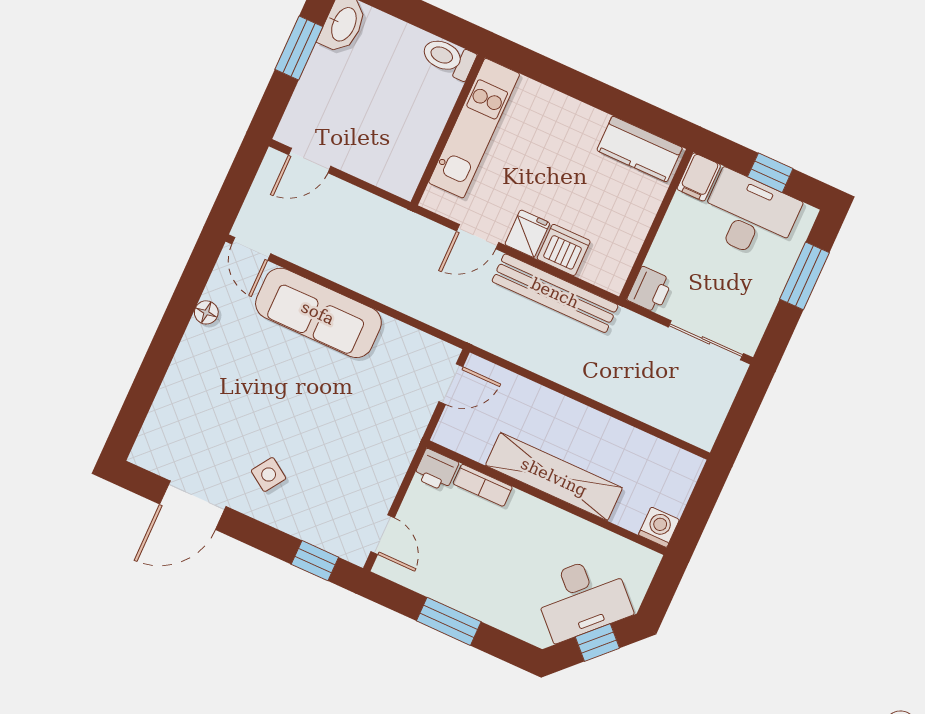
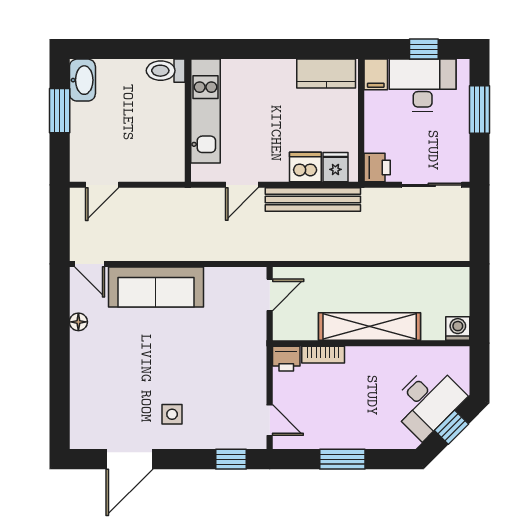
fridge: (527, 234) -> (335, 167), moved
side table: (269, 475) -> (172, 414), turned -34

